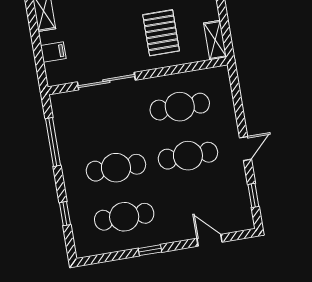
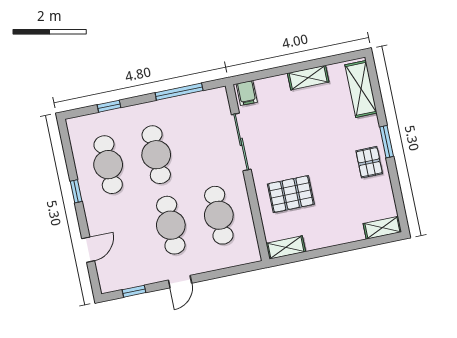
filing cabinet: (53, 52) -> (247, 93), moved
door: (245, 148) -> (180, 282), hinge flipped

